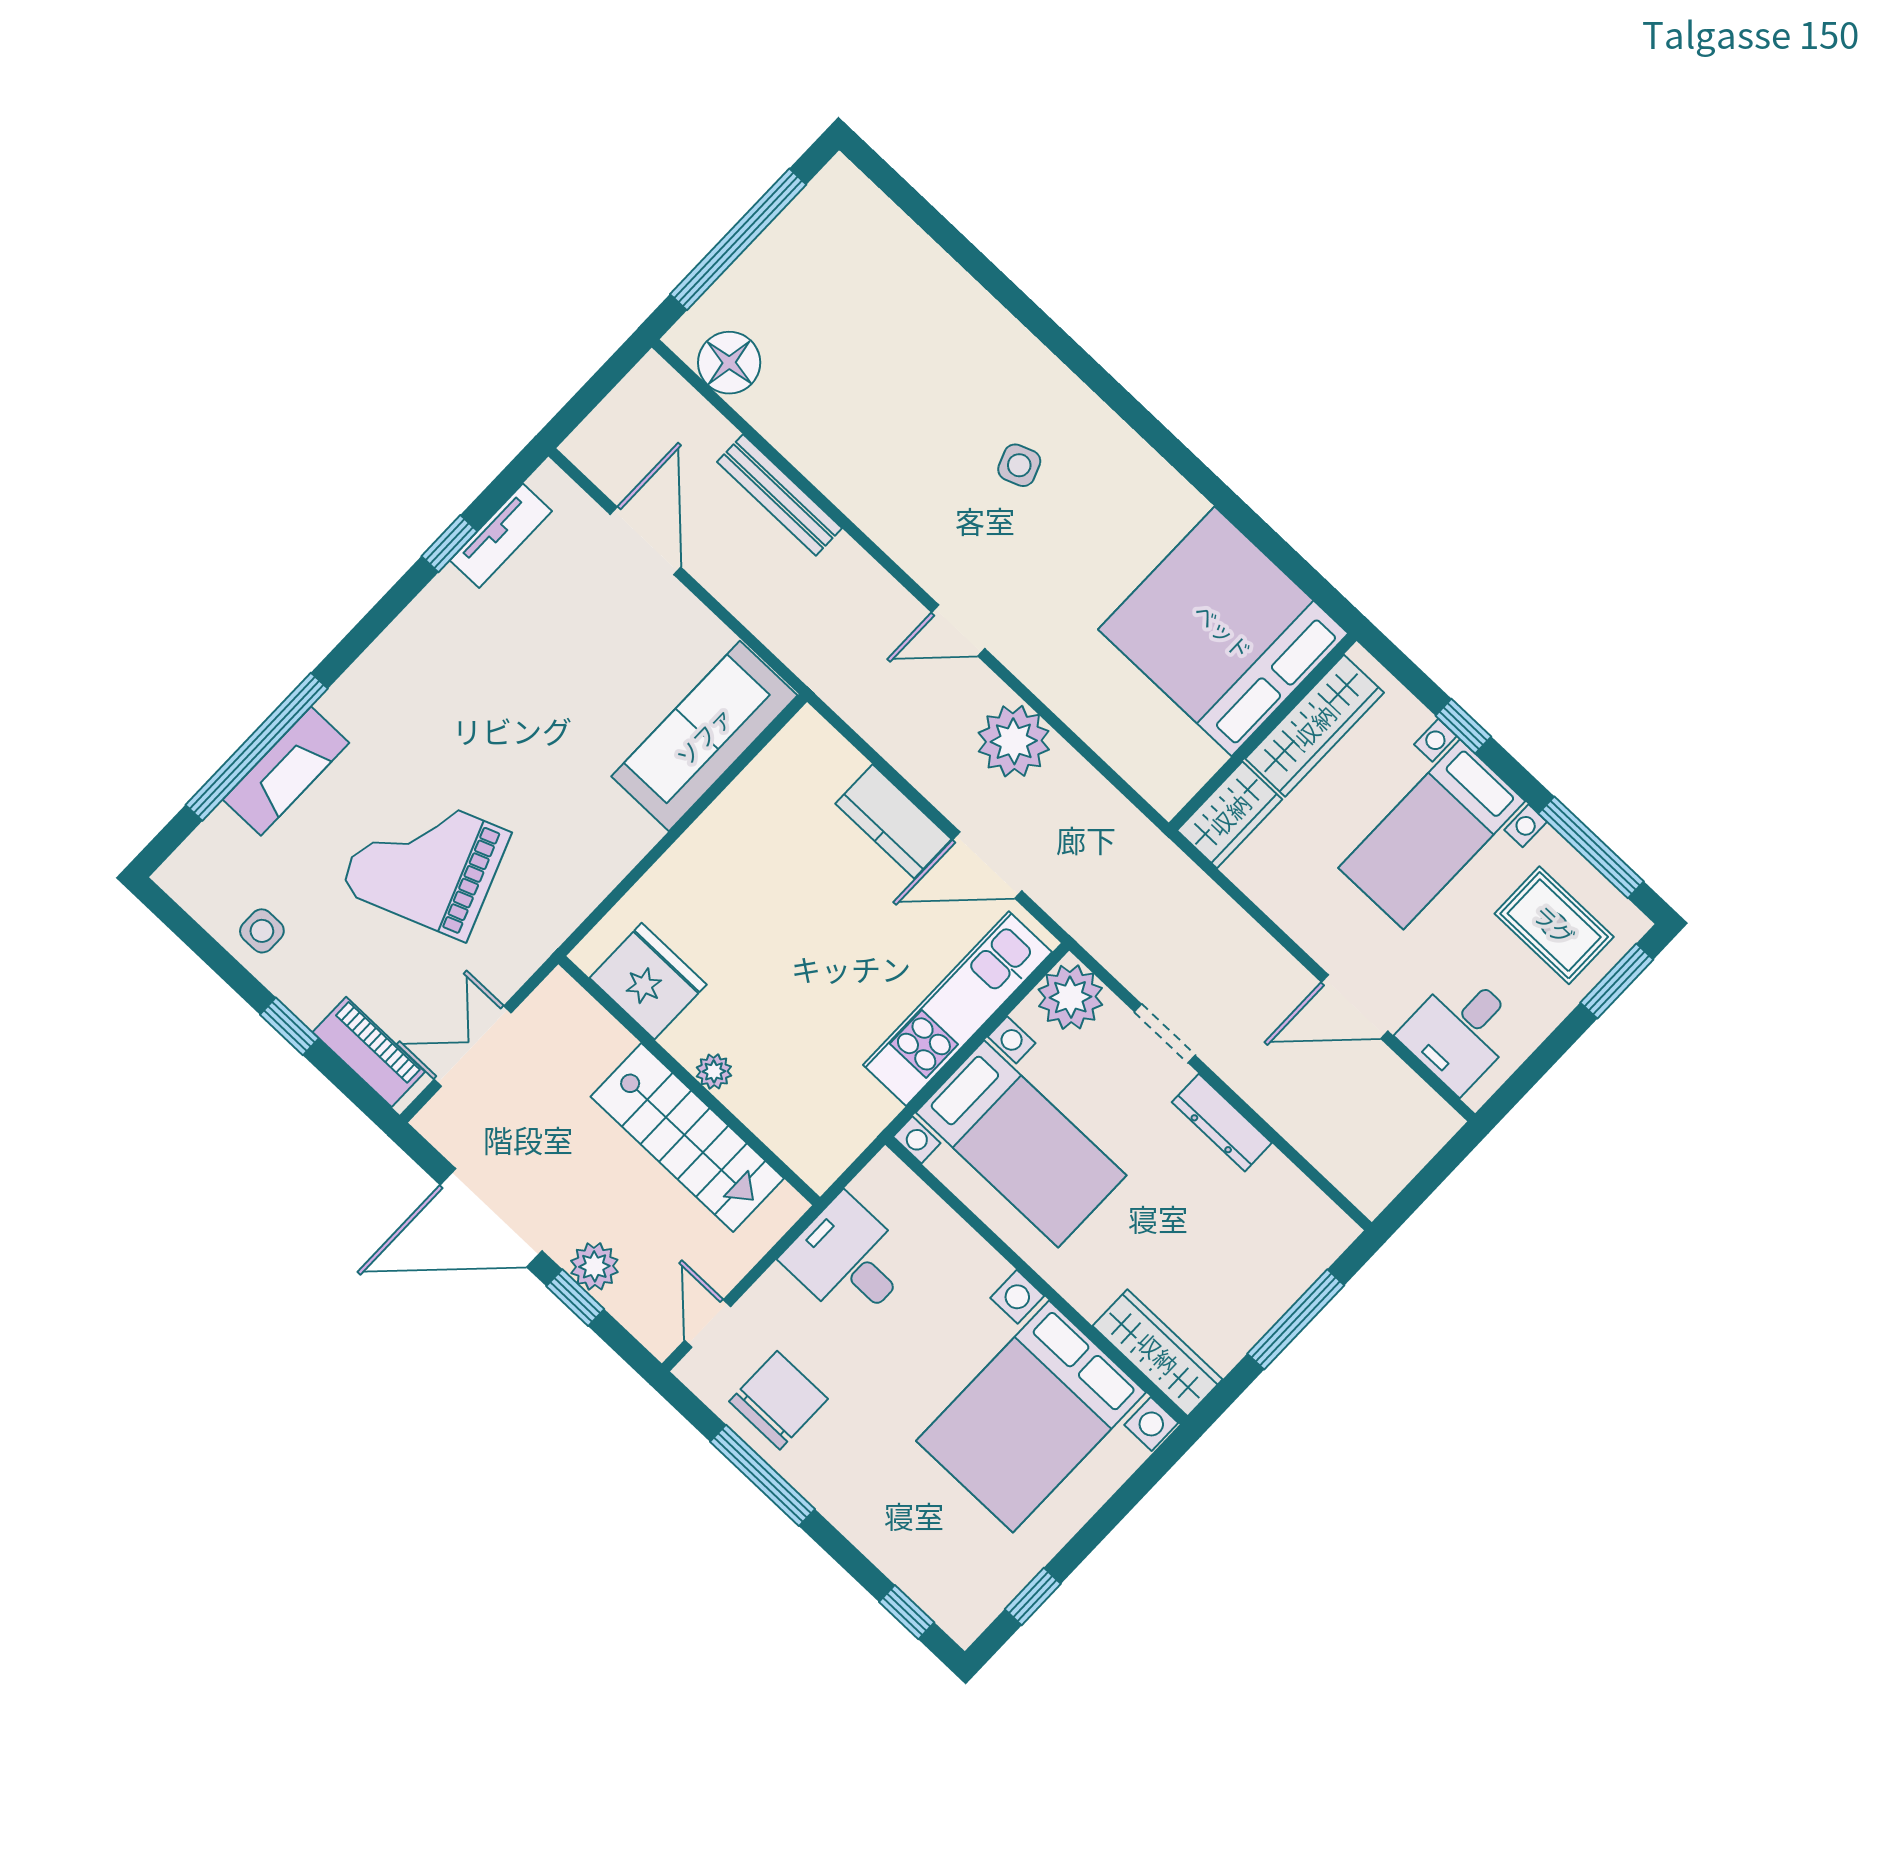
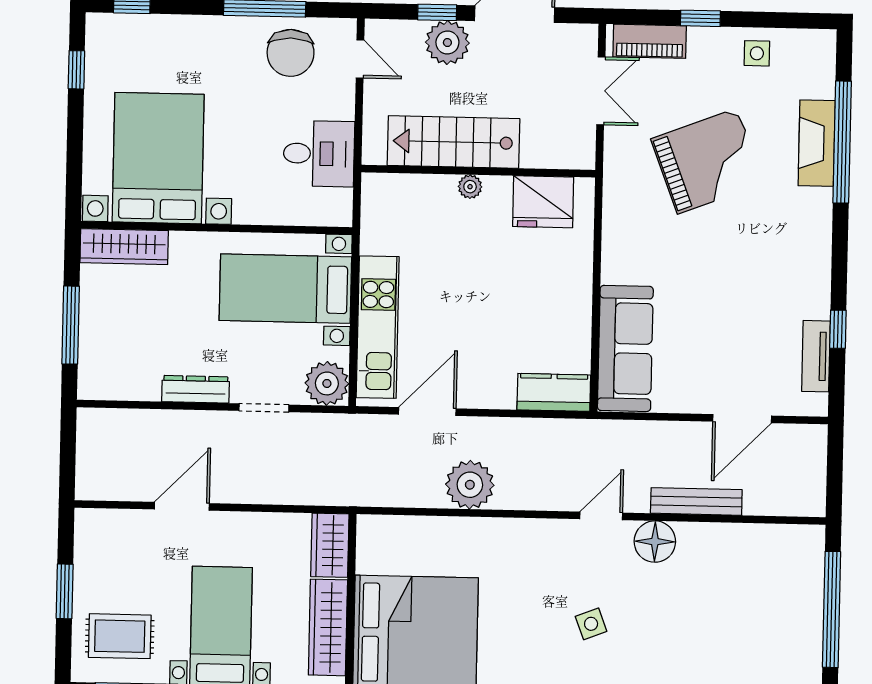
floor lamp: (729, 363) -> (655, 542), moved
door: (646, 541) -> (742, 419), hinge flipped
door: (958, 631) -> (601, 516), moved
kitchen counter: (893, 821) -> (554, 392), moved
window: (1617, 981) -> (65, 591), moved
desk: (1460, 1031) -> (119, 542), removed
plant: (594, 1266) -> (447, 43), width x1.36, depth x1.36

